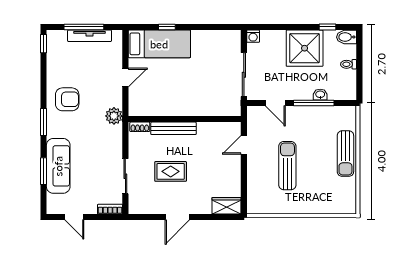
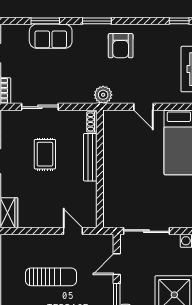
sofa: (58, 166) -> (51, 36), width x0.73

